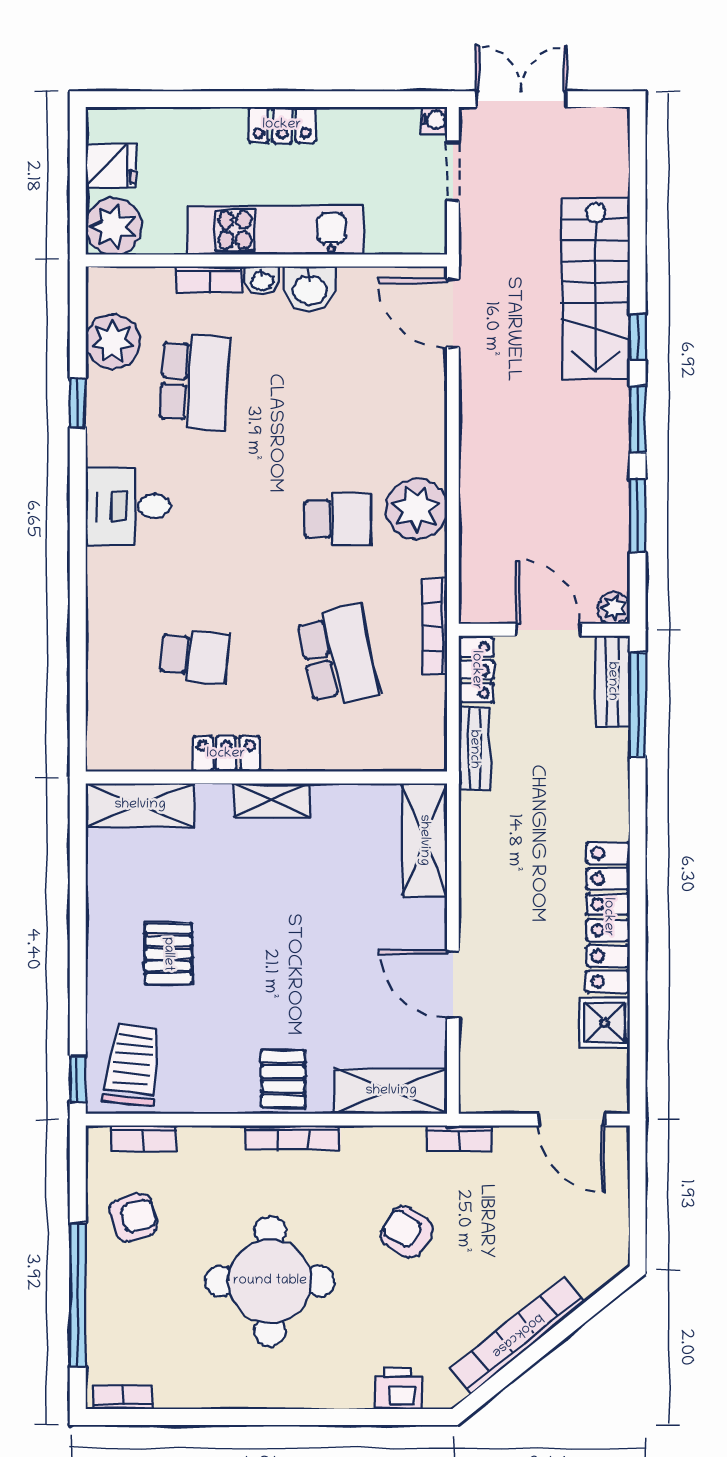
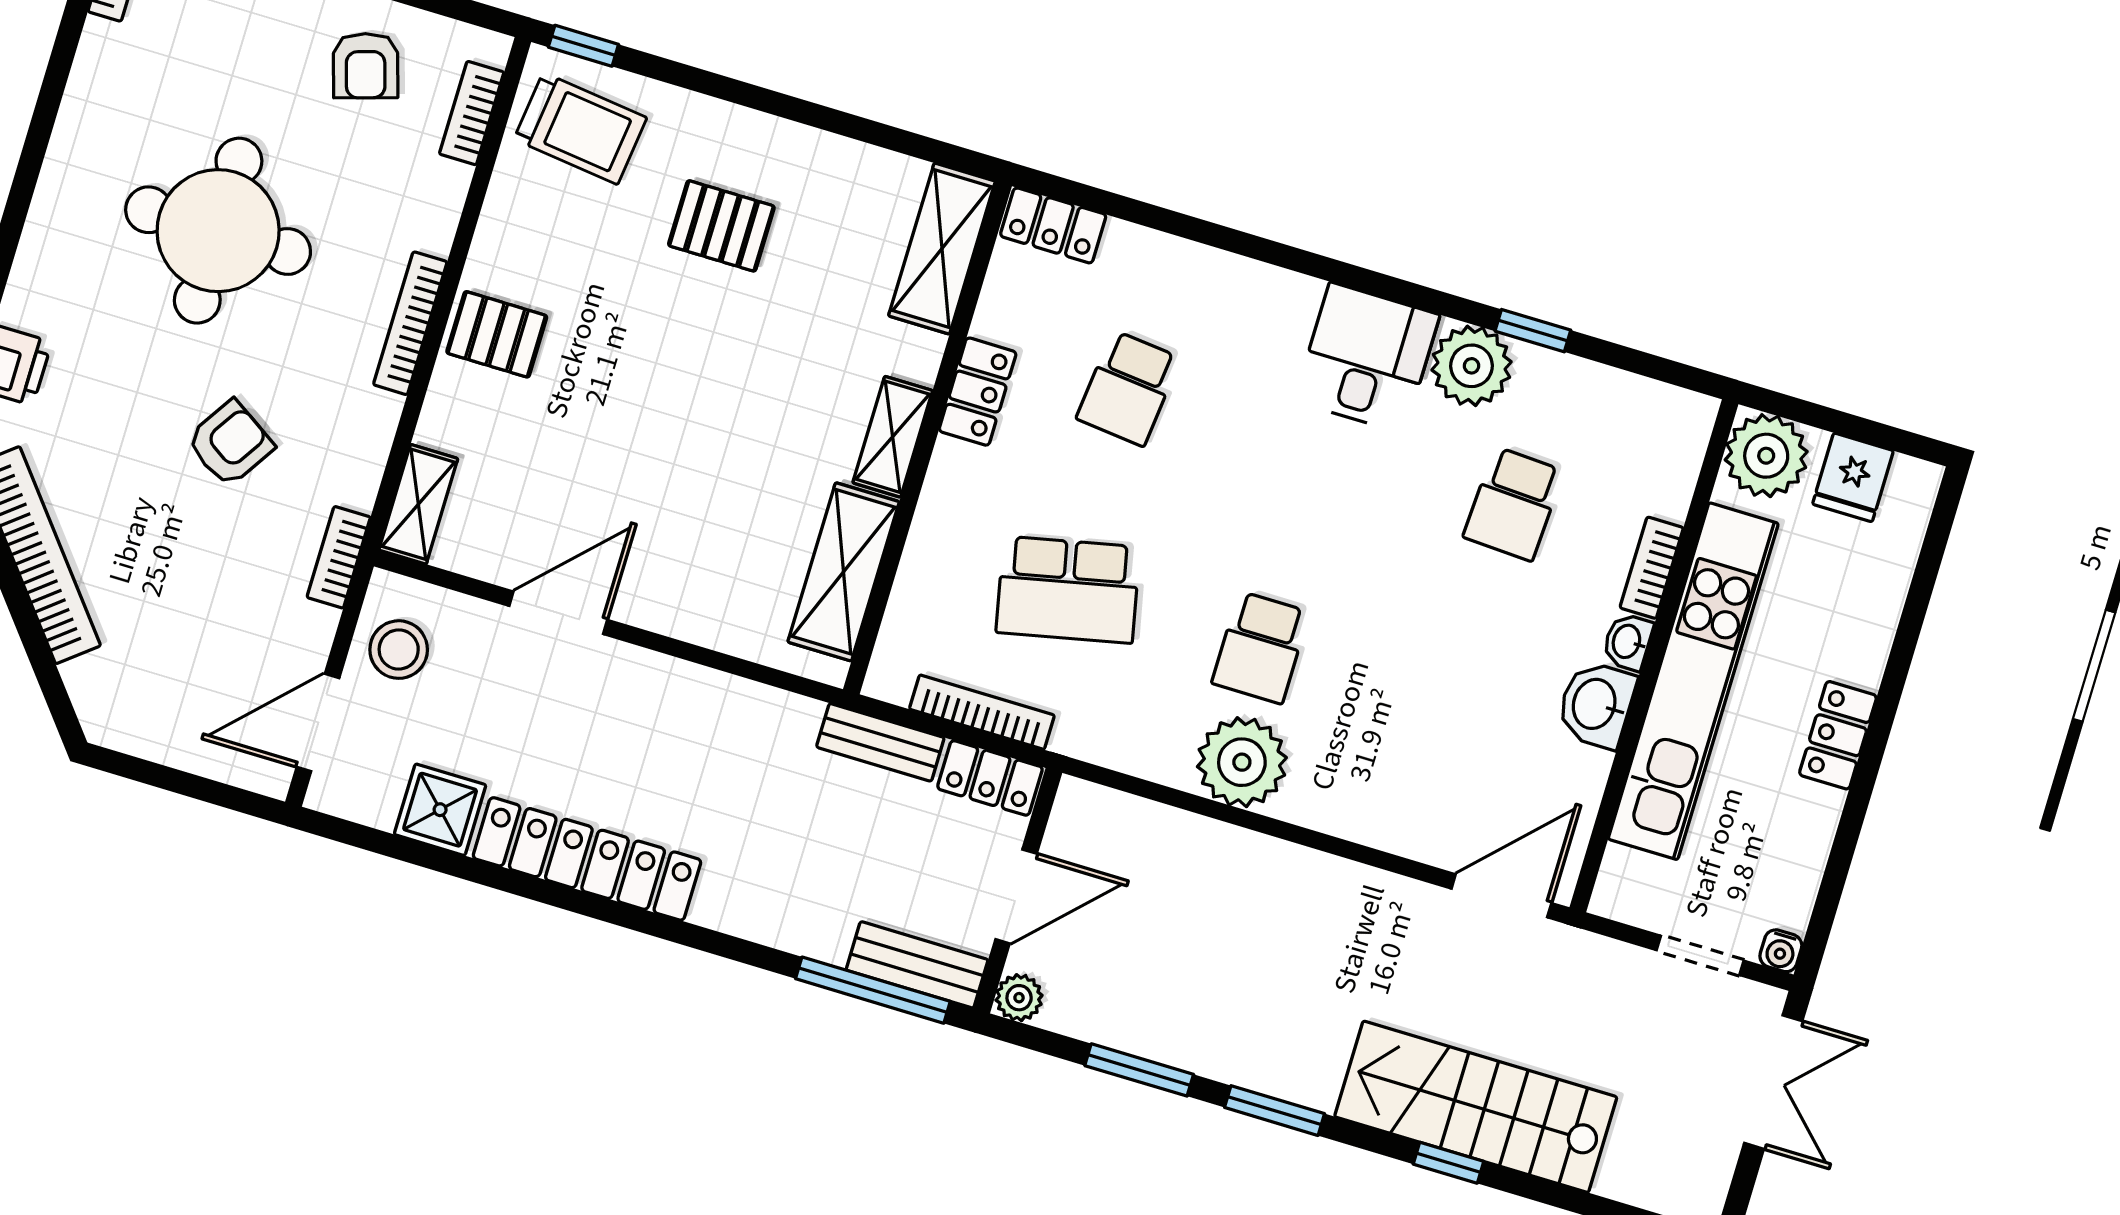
kitchen unit: (275, 230) -> (1693, 681), width x1.36
window: (638, 337) -> (1449, 1163), moved
plant: (113, 342) -> (1471, 366), moved
school desk: (195, 382) -> (1514, 504), width x0.54
bookcase: (435, 626) -> (982, 712), moved
locker: (103, 737) -> (1053, 225), added
shelving: (424, 840) -> (844, 572), moved, turned 90
stool: (508, 1081) -> (399, 650), added
shelving: (391, 1091) -> (418, 504), width x0.67, depth x0.75

